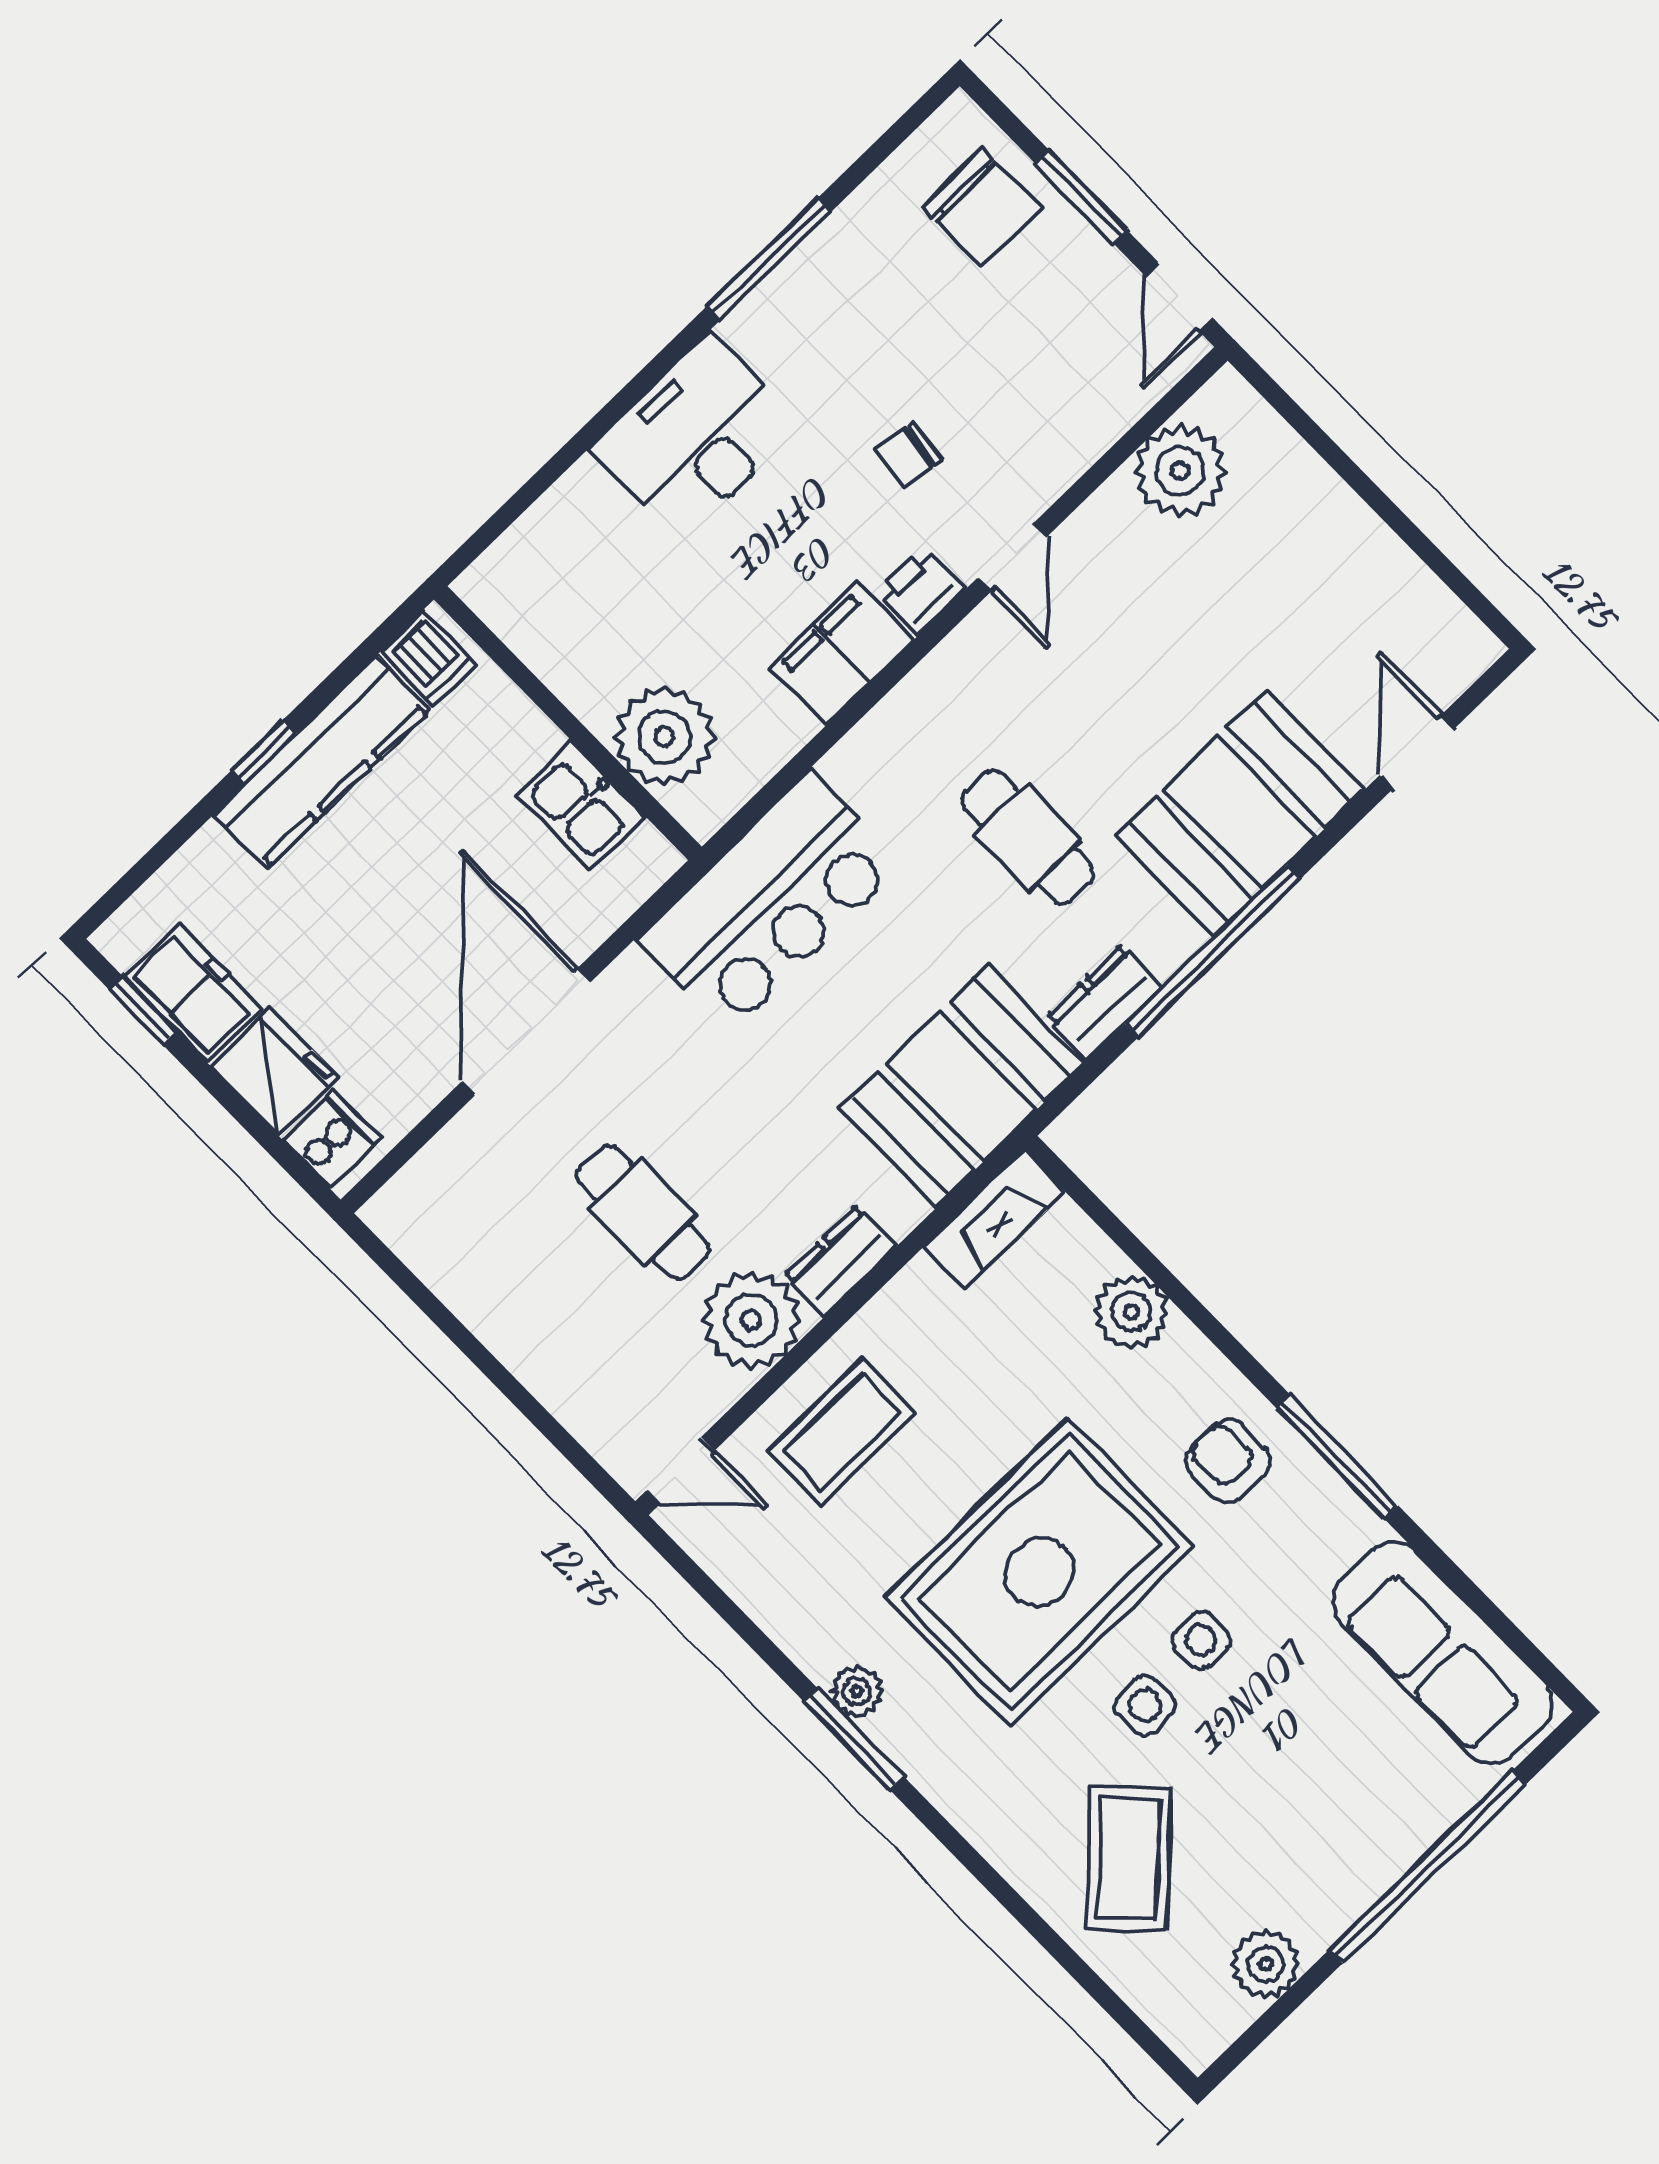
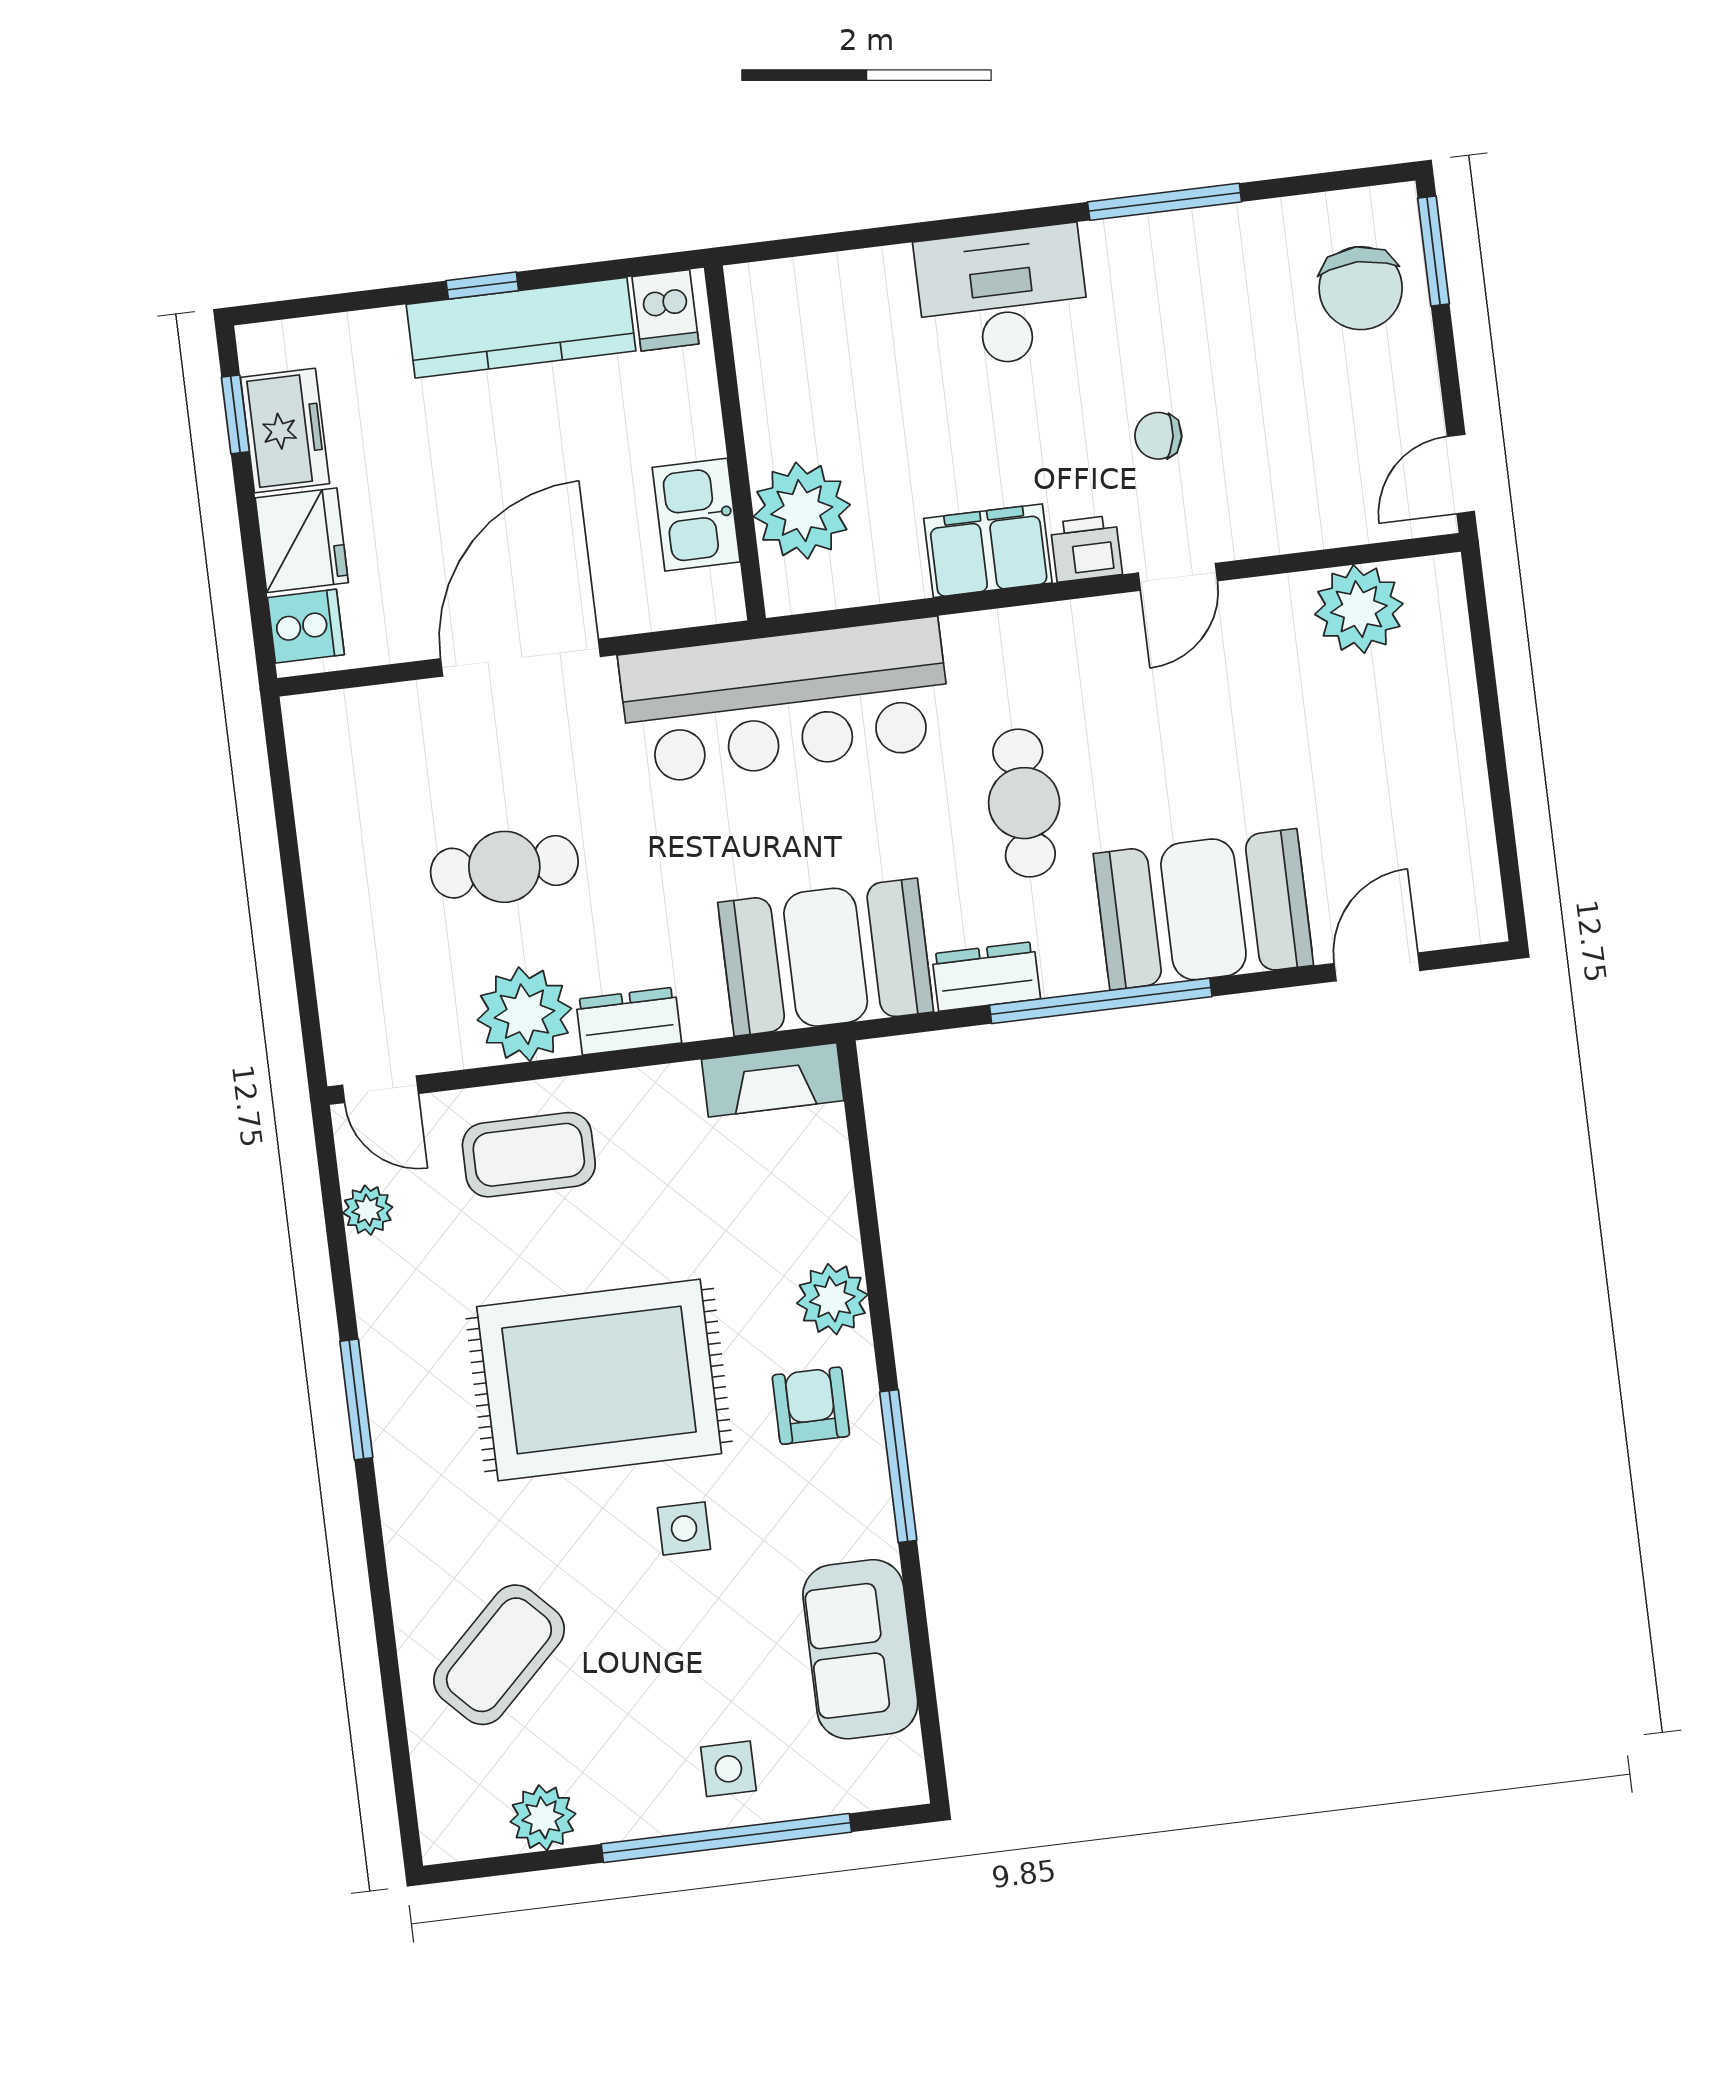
window: (1081, 197) -> (1433, 251), moved
bar counter: (769, 902) -> (785, 701), width x1.36
cafe table: (643, 1212) -> (504, 867), turned 90
plant: (1131, 1312) -> (832, 1299), moved
sofa: (1442, 1652) -> (860, 1649), width x0.73
plant: (857, 1691) -> (368, 1210), moved
side table: (1145, 1706) -> (728, 1769), moved

